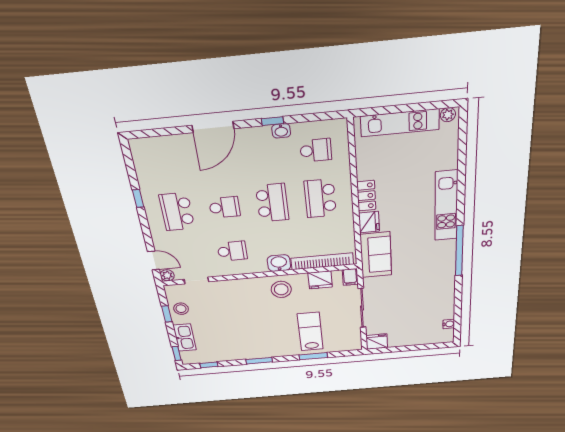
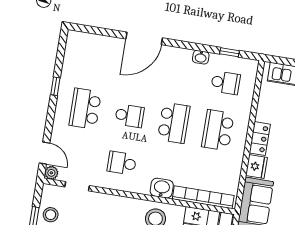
window: (273, 121) -> (229, 52), moved
school desk: (232, 251) -> (122, 163), turned 180

